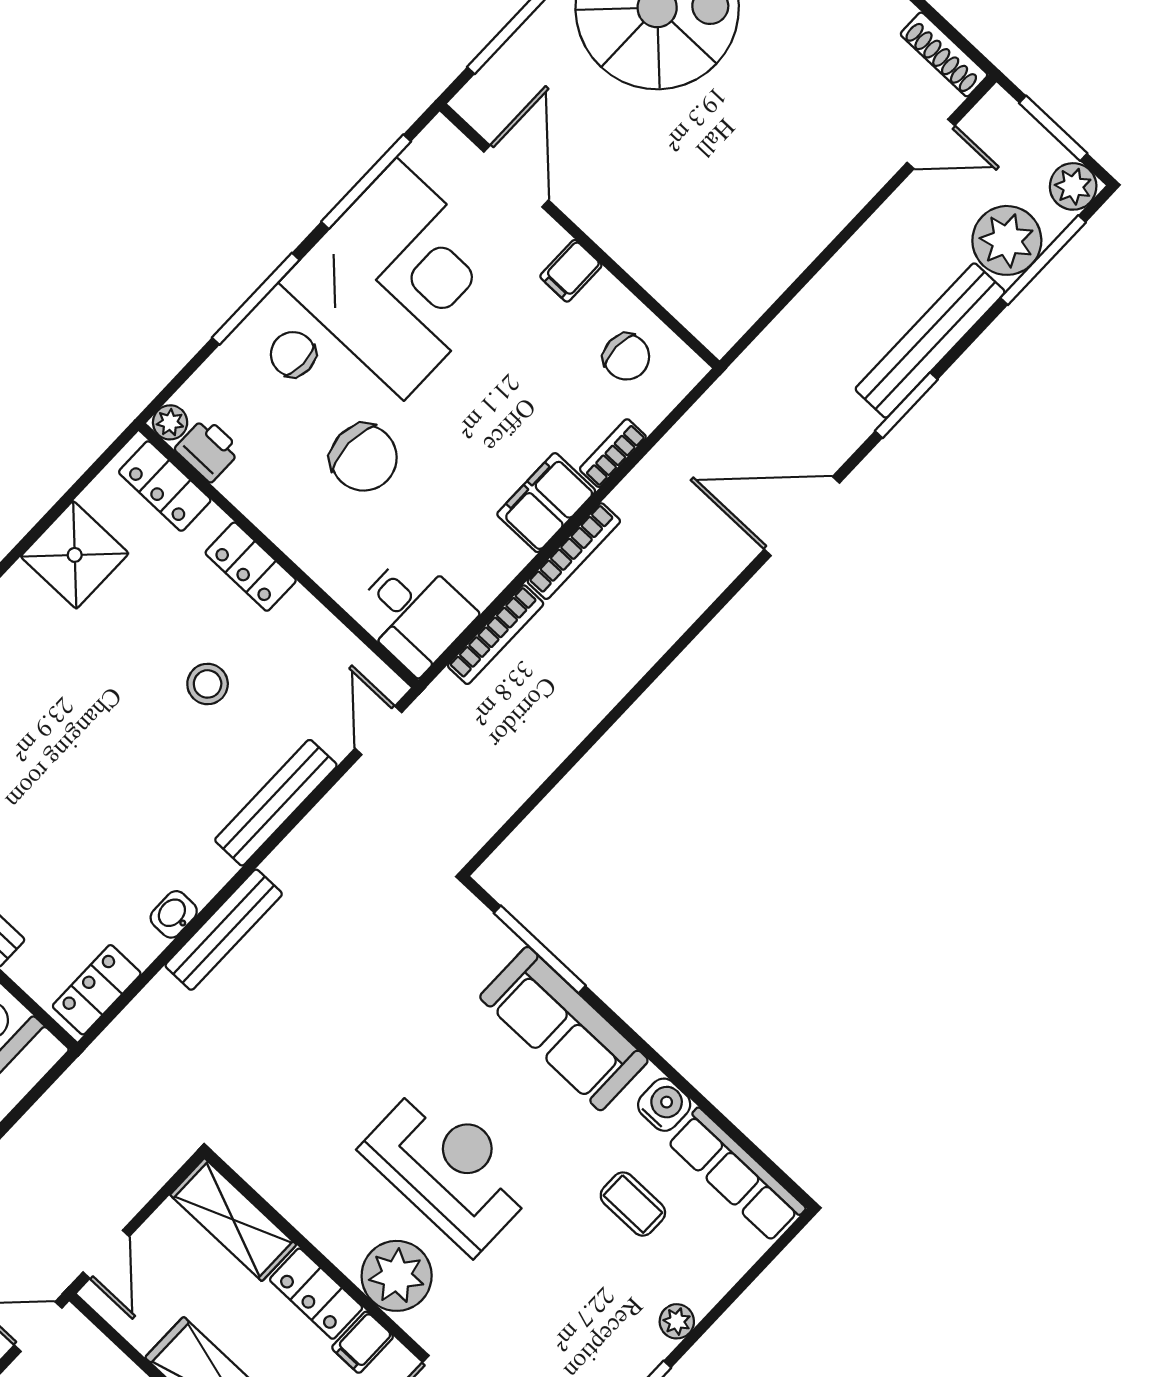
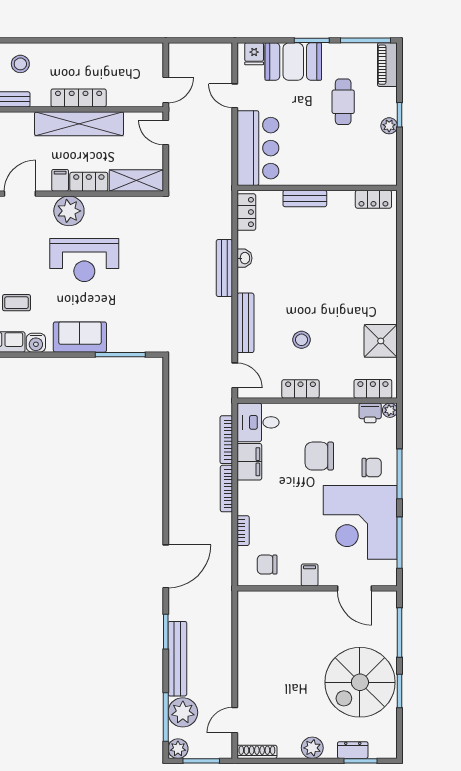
filing cabinet: (546, 503) -> (249, 462), moved
locker: (251, 567) -> (301, 389), moved
sofa: (564, 1029) -> (80, 337), width x0.73

